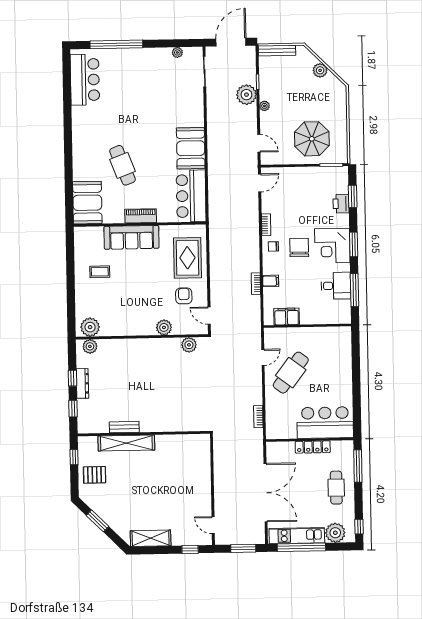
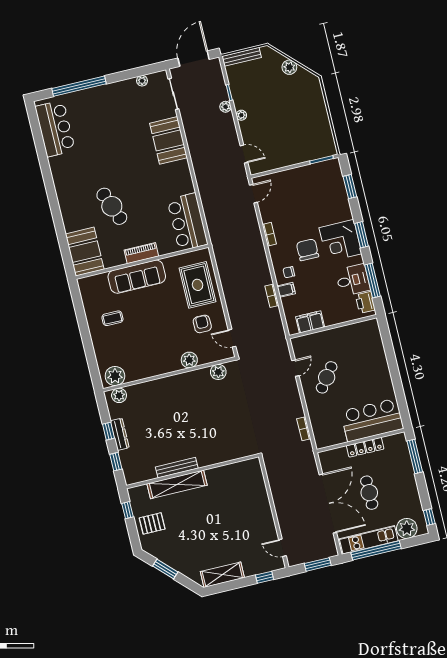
plant: (246, 95) -> (225, 107), width x0.53, depth x0.53
parasol: (312, 139) -> (296, 138), removed
booth: (191, 148) -> (169, 140), moved
printer: (341, 204) -> (365, 302), moved
chair: (273, 246) -> (289, 272), moved
cafe table: (291, 373) -> (327, 377), width x0.73, depth x0.74
bench: (124, 427) -> (177, 468), width x1.36
cafe table: (336, 488) -> (369, 493), moved

